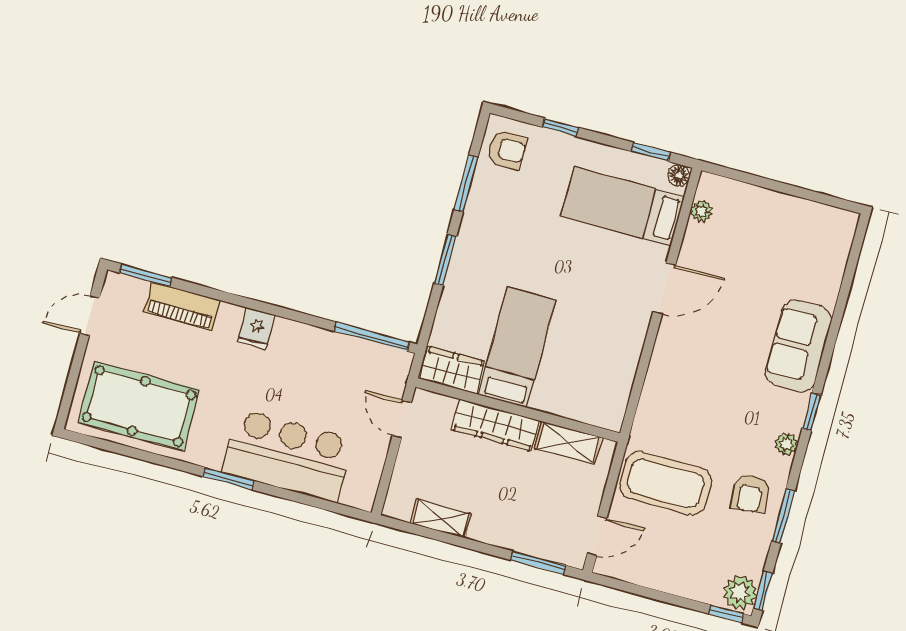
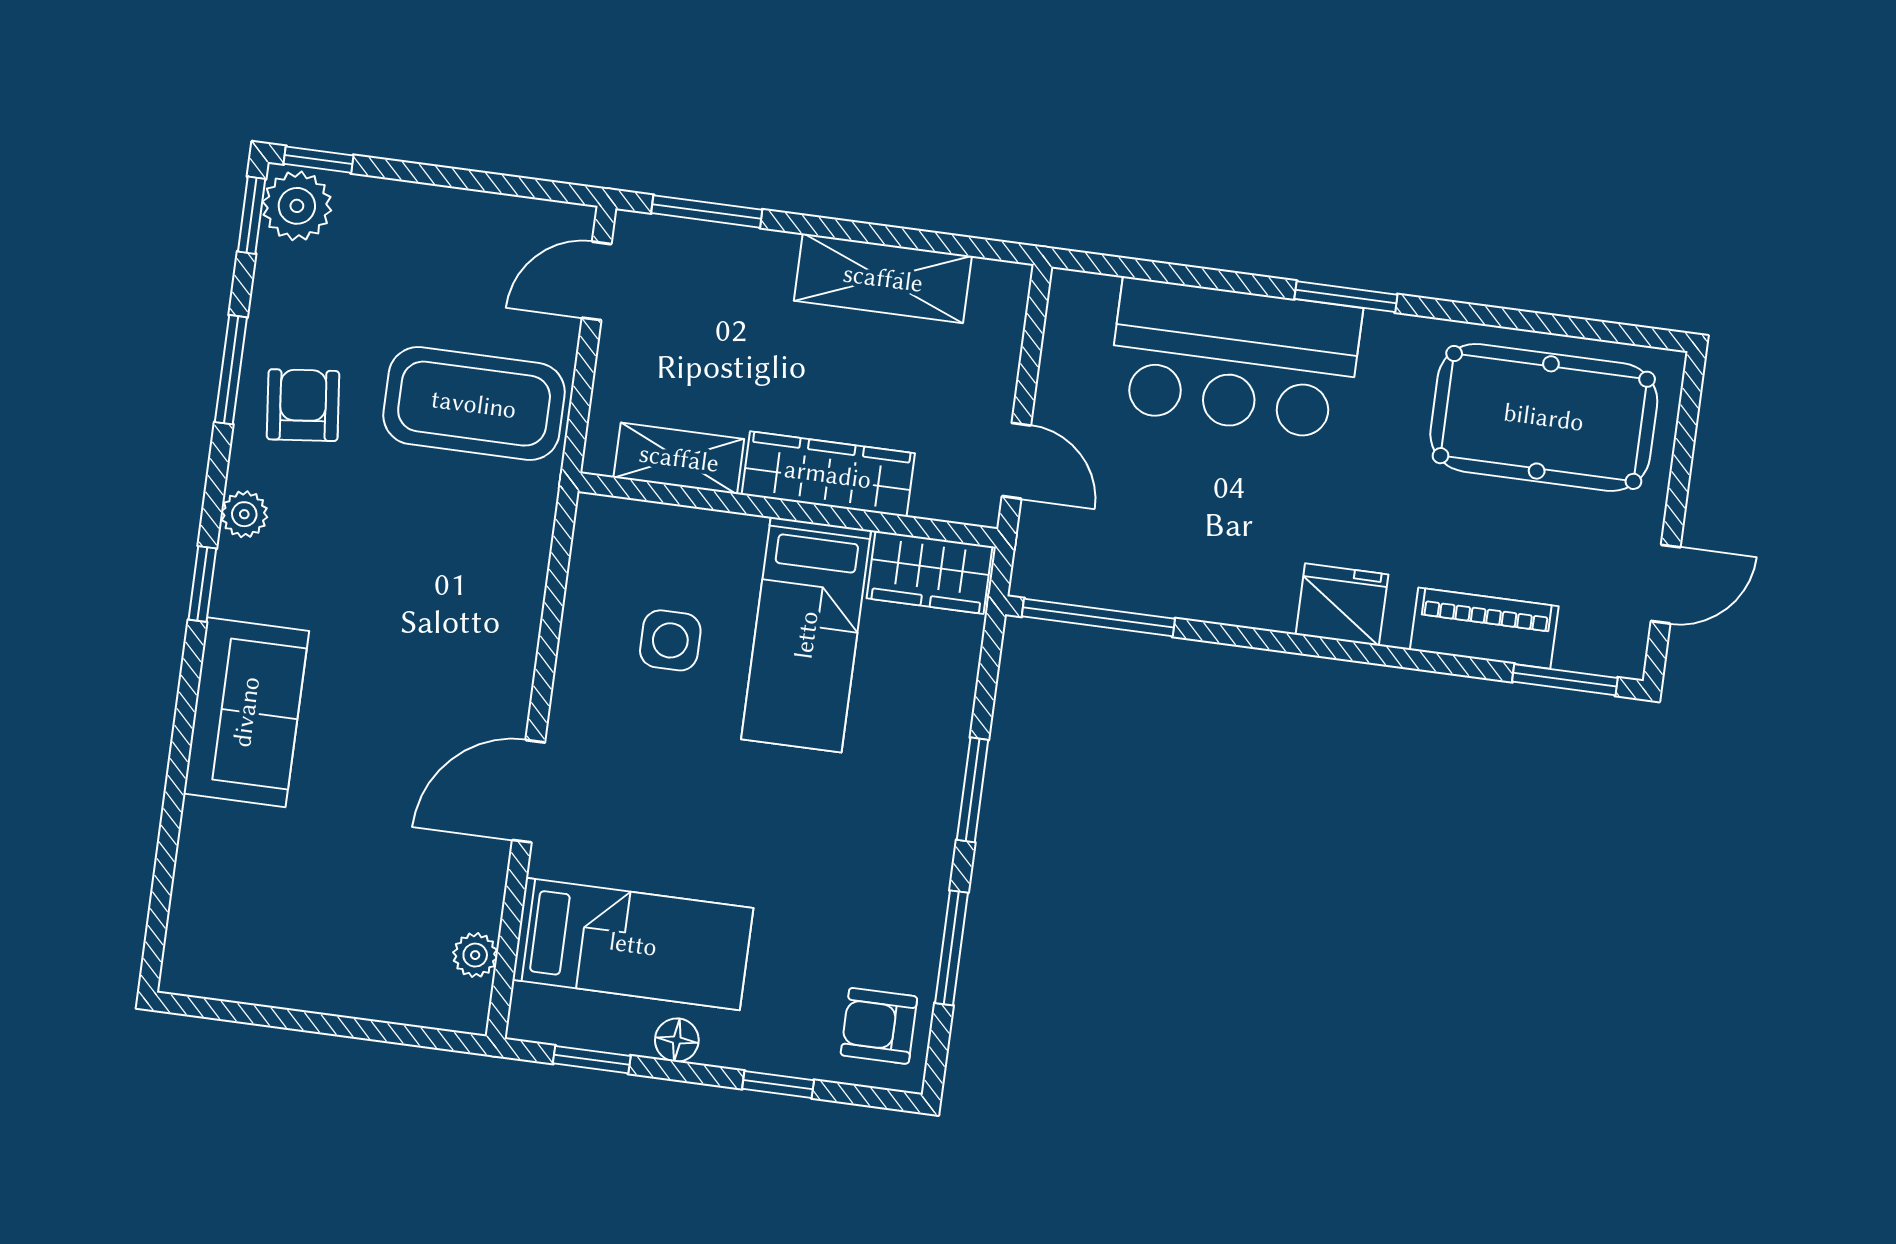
floor lamp: (679, 175) -> (677, 1040), moved
fridge: (256, 328) -> (1342, 605), width x1.38
side table: (584, 353) -> (670, 640), added
shelving: (441, 519) -> (883, 278), width x1.50, depth x1.33

